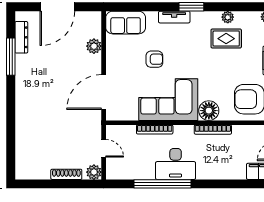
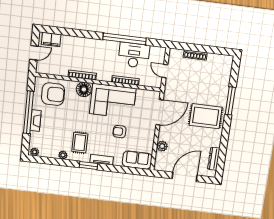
rug: (226, 39) -> (80, 143), moved, turned 90
window: (11, 57) -> (230, 101), moved
rug: (41, 94) -> (206, 116), added
desk: (176, 164) -> (134, 55), moved
plant: (94, 172) -> (174, 54), removed

